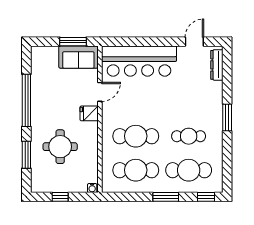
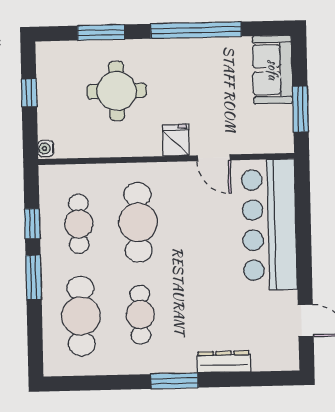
sofa: (78, 57) -> (273, 70), moved
dresser: (217, 65) -> (224, 362), moved
cafe table: (136, 170) -> (79, 224), width x0.73, depth x0.74
window: (206, 197) -> (32, 224), moved

